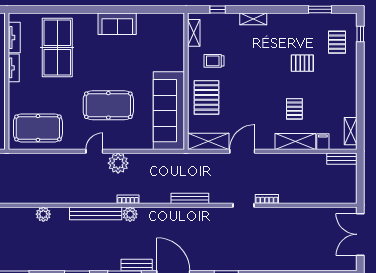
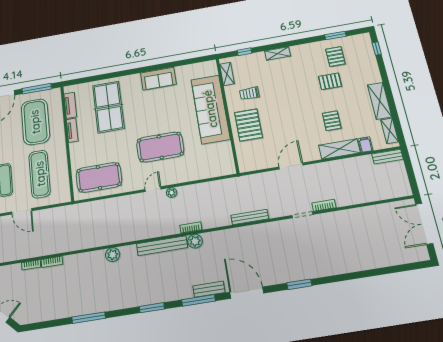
pallet: (337, 42) -> (335, 57), moved
sofa: (169, 111) -> (210, 109), moved
shelving: (208, 141) -> (380, 101), moved, turned 90
plant: (118, 163) -> (172, 193), width x0.53, depth x0.53

